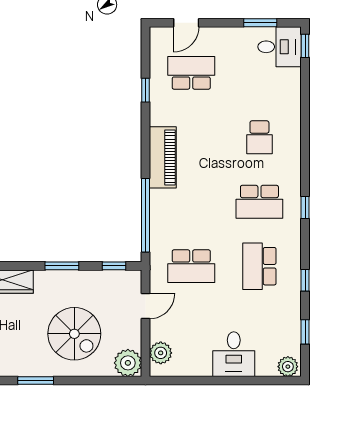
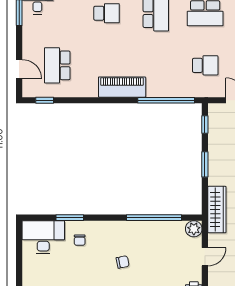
window: (146, 90) -> (45, 100), moved
school desk: (191, 266) -> (205, 65), width x0.54

